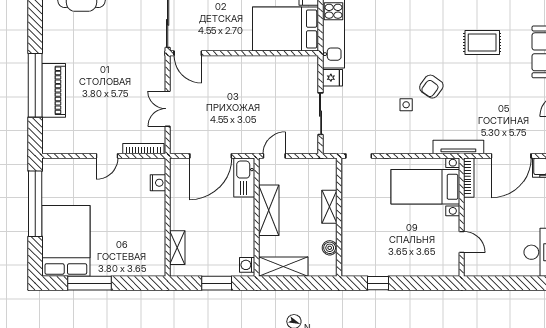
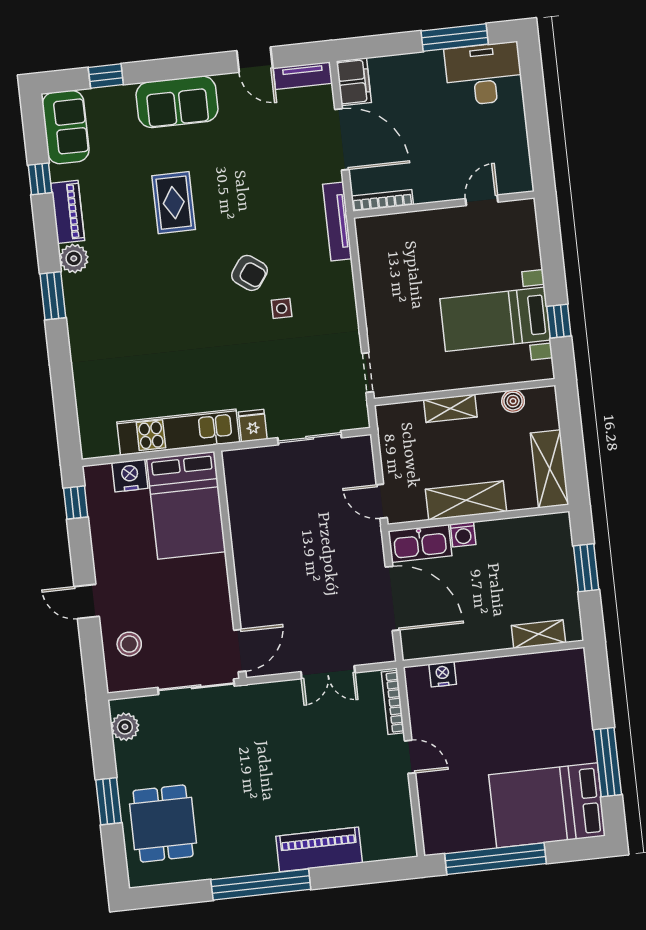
window: (35, 85) -> (261, 884), moved
bed with nightstands: (425, 187) -> (495, 319), moved, turned 90
washing machine: (247, 265) -> (463, 534), moved

